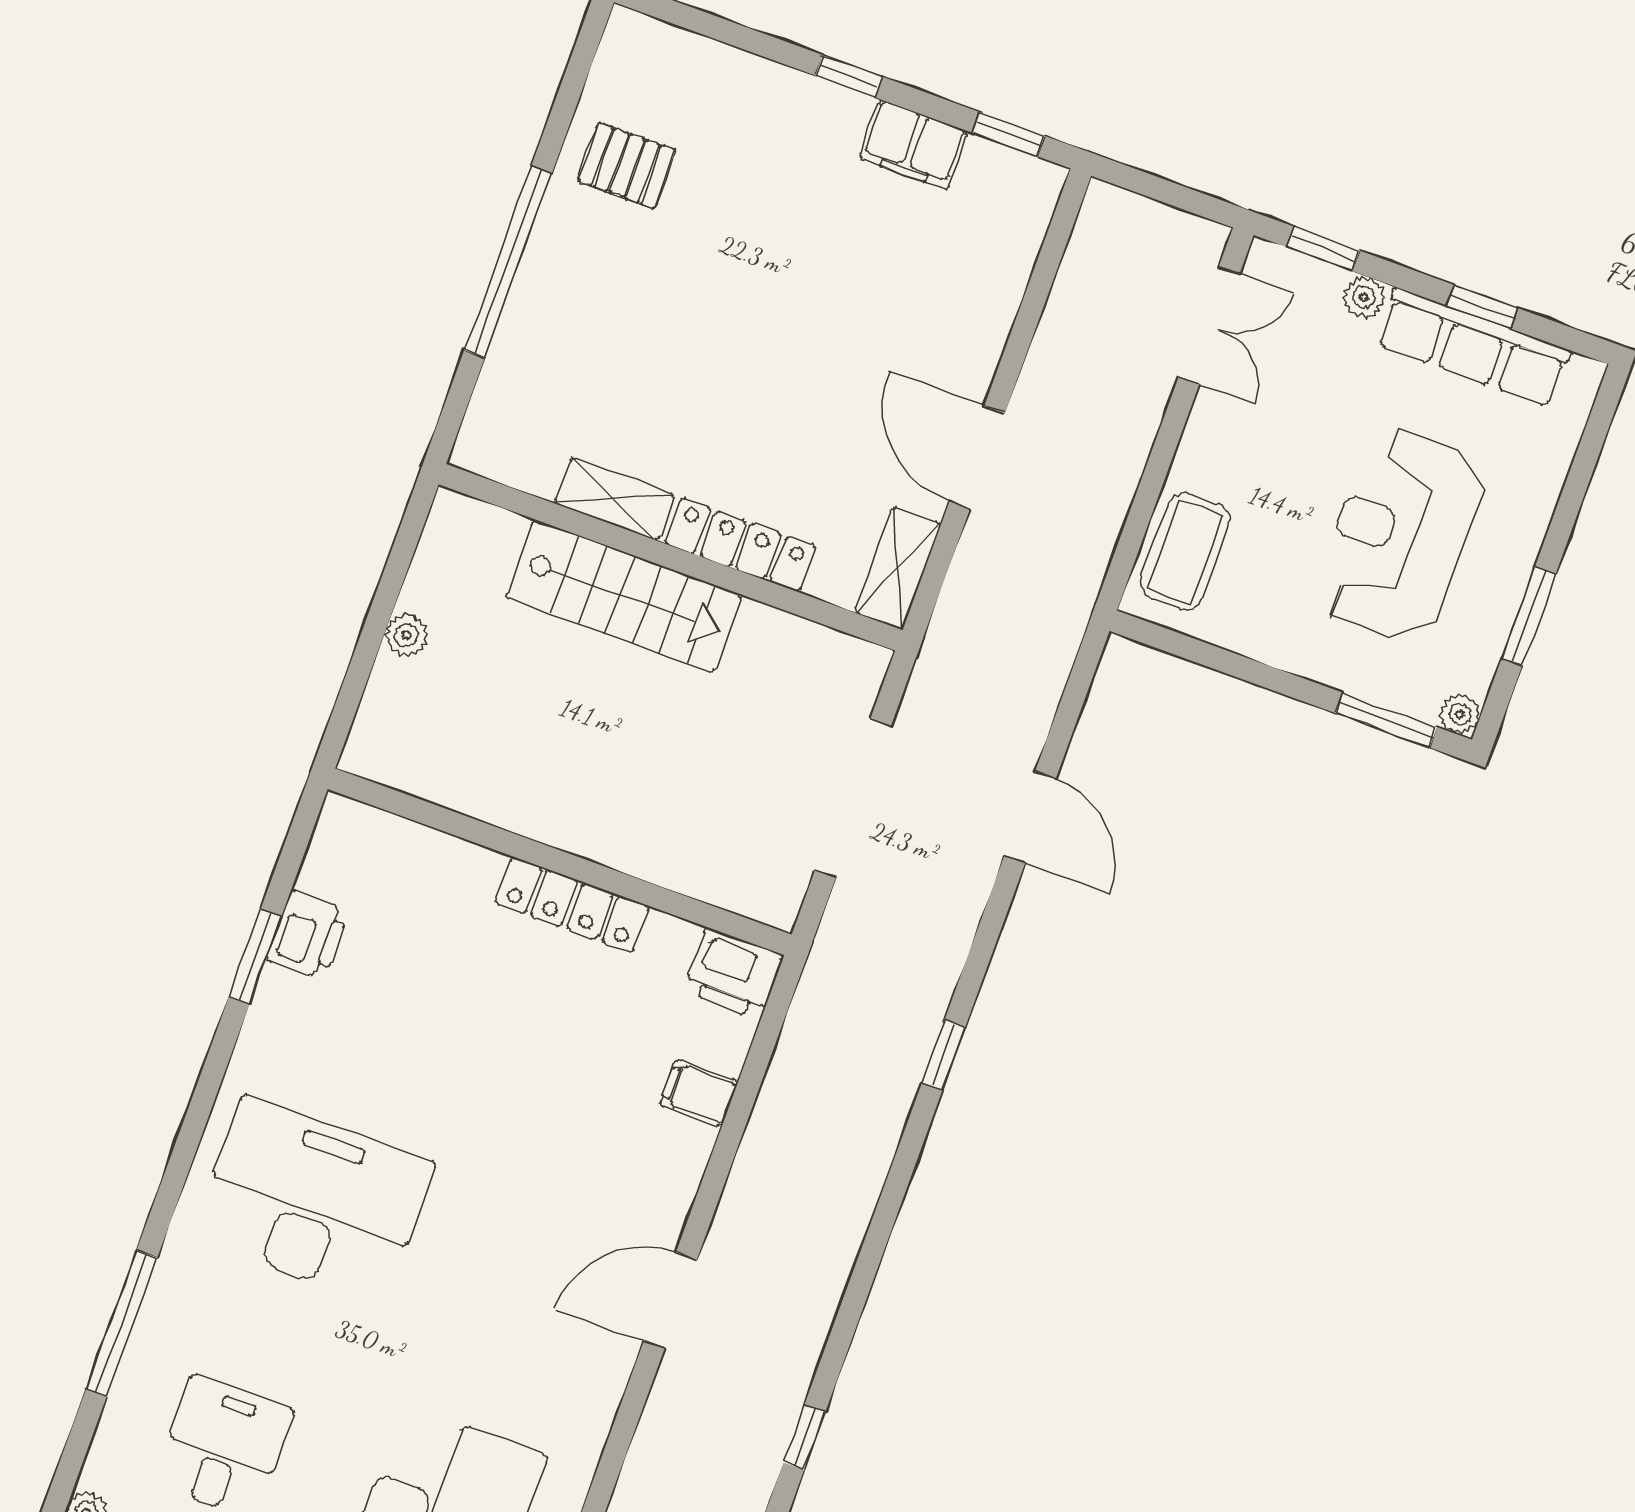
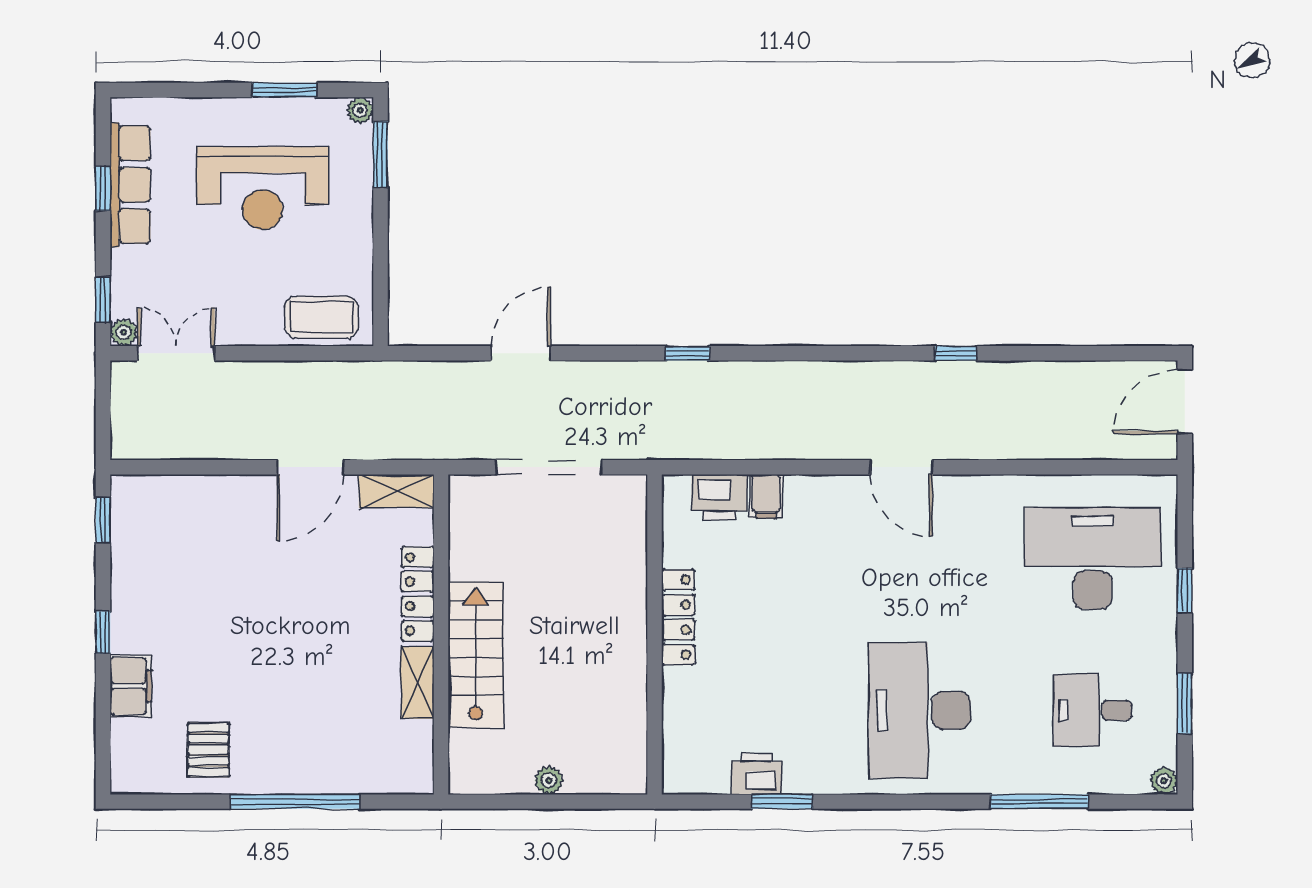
filing cabinet: (913, 145) -> (131, 686), moved
plant: (1364, 297) -> (124, 332), moved
printer: (733, 973) -> (719, 497), moved, turned 90

